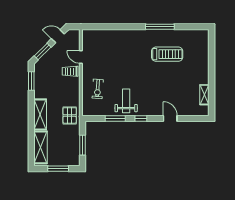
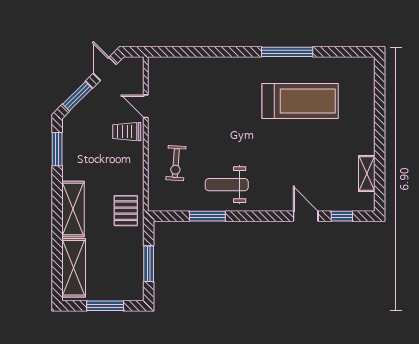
door: (58, 36) -> (105, 69), hinge flipped
treadmill: (167, 54) -> (300, 101), width x1.37, depth x1.38
weight bench: (126, 101) -> (227, 185), turned -90
window: (141, 118) -> (342, 216), moved

